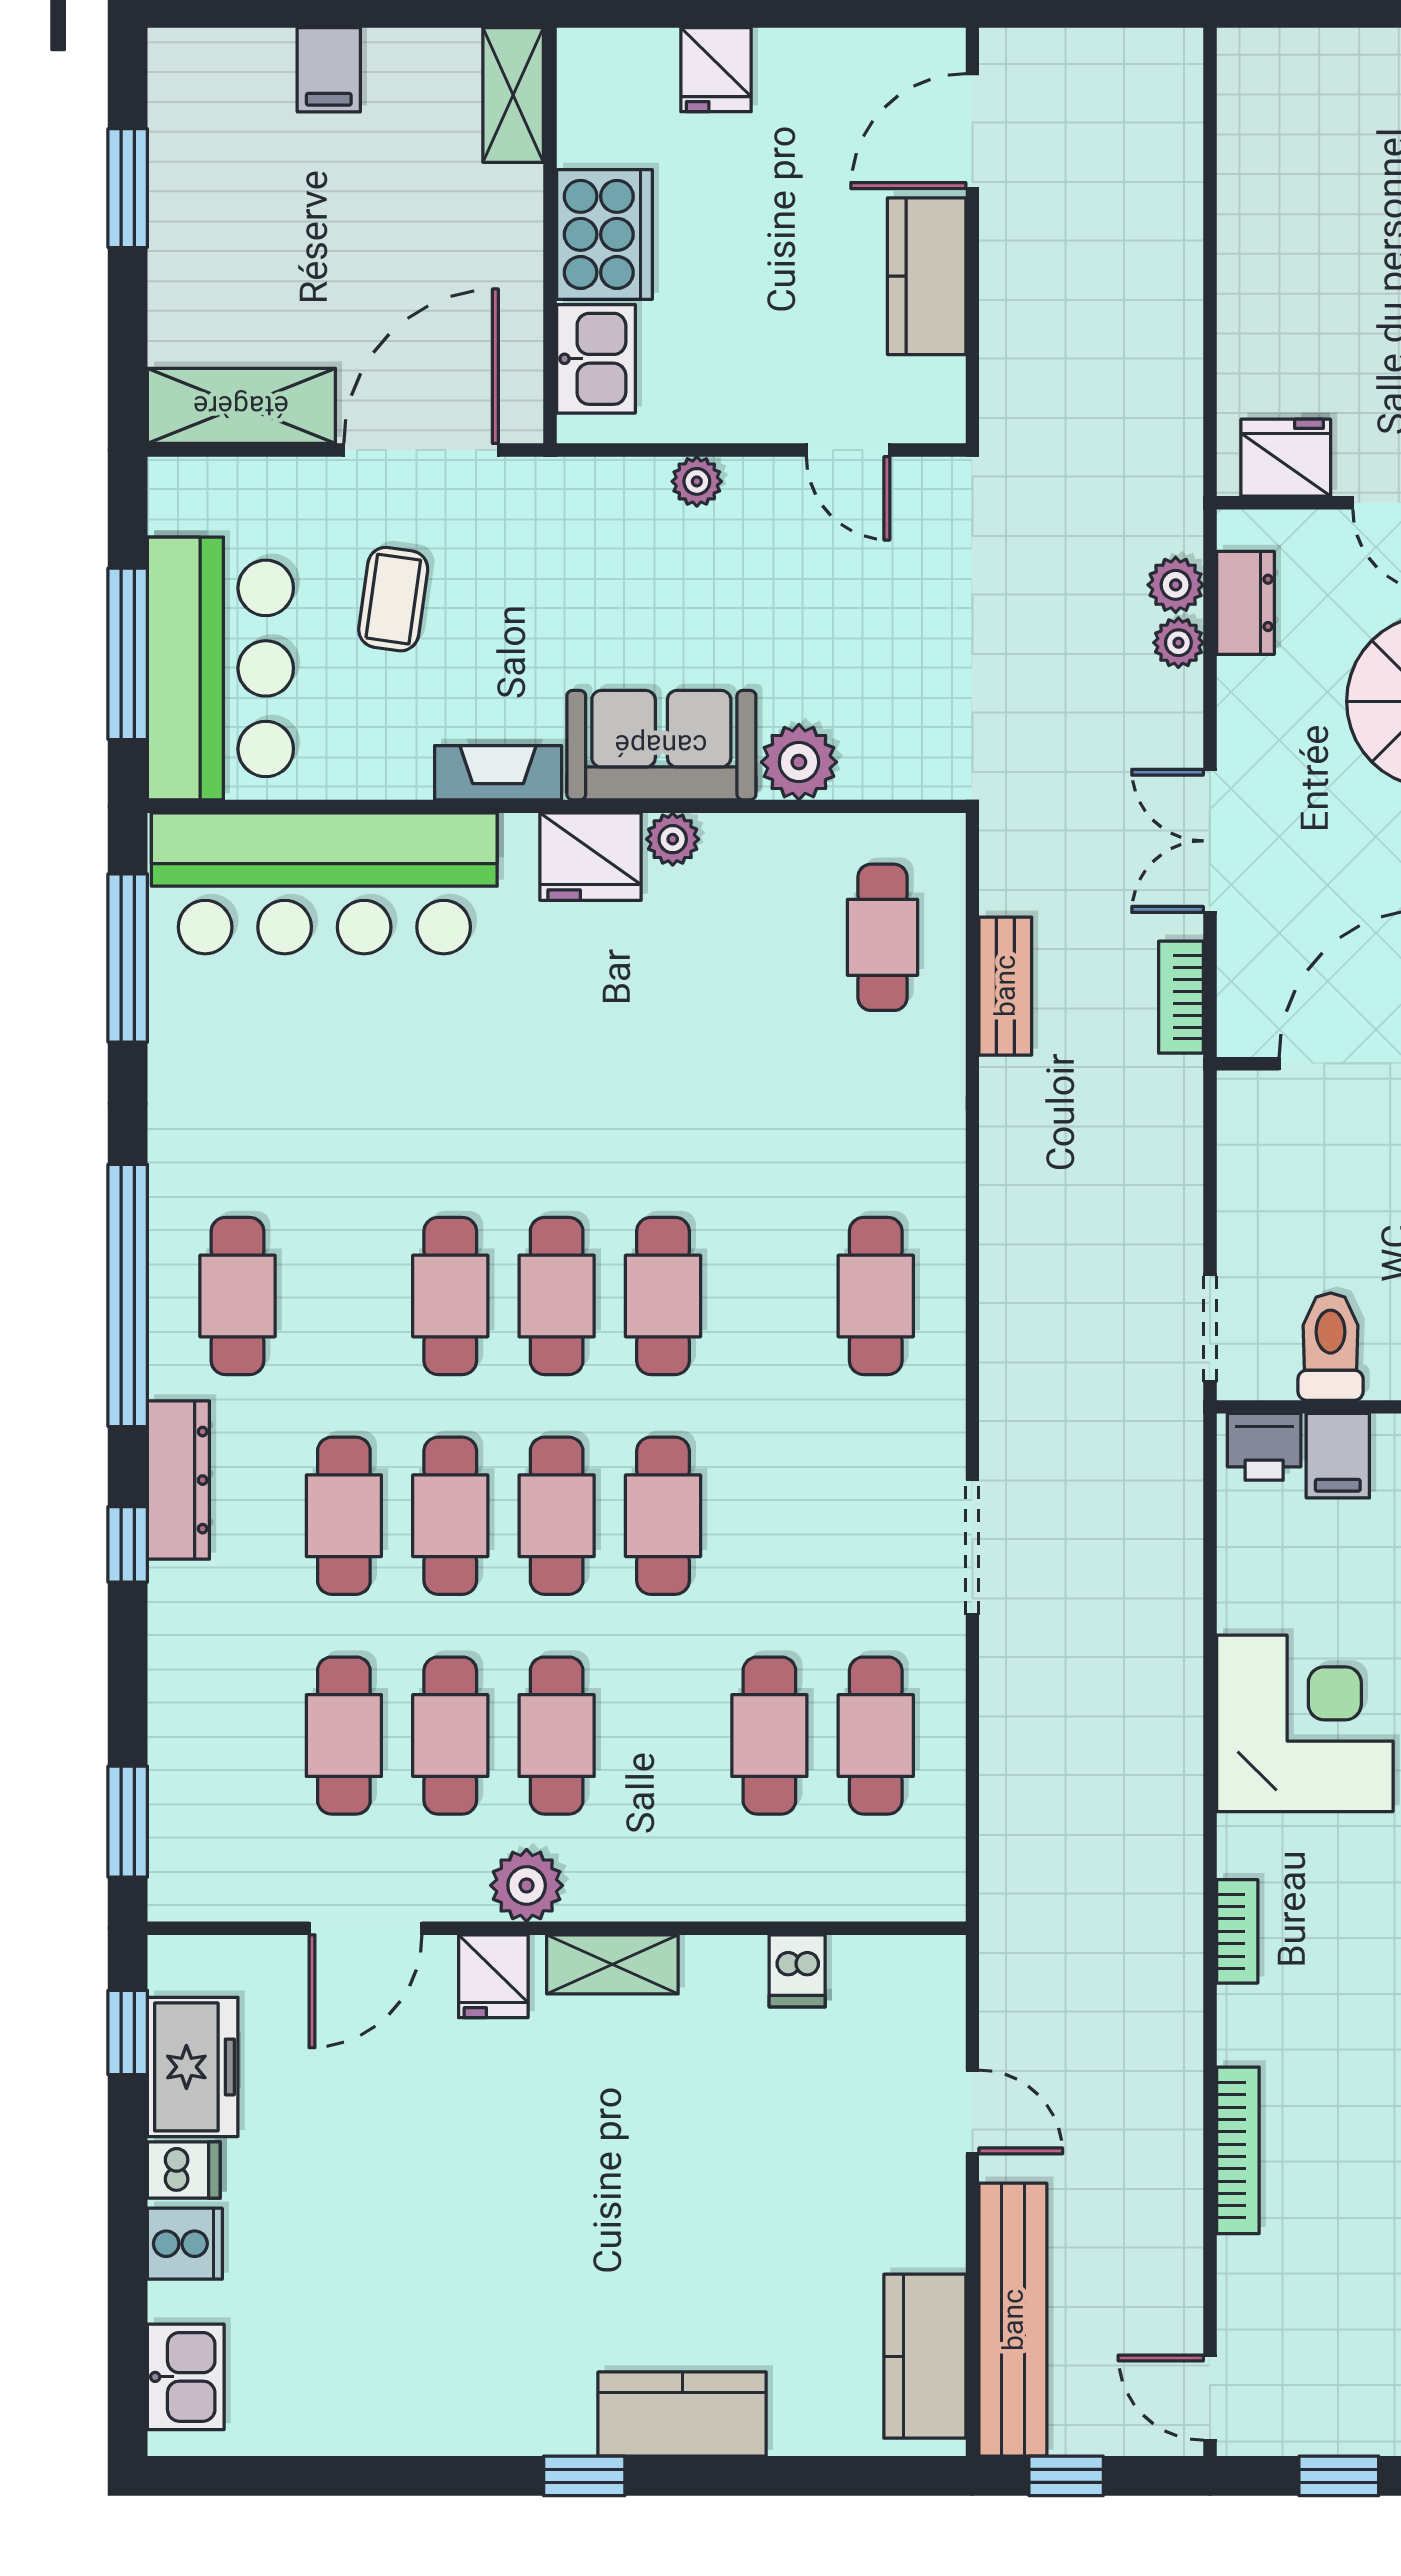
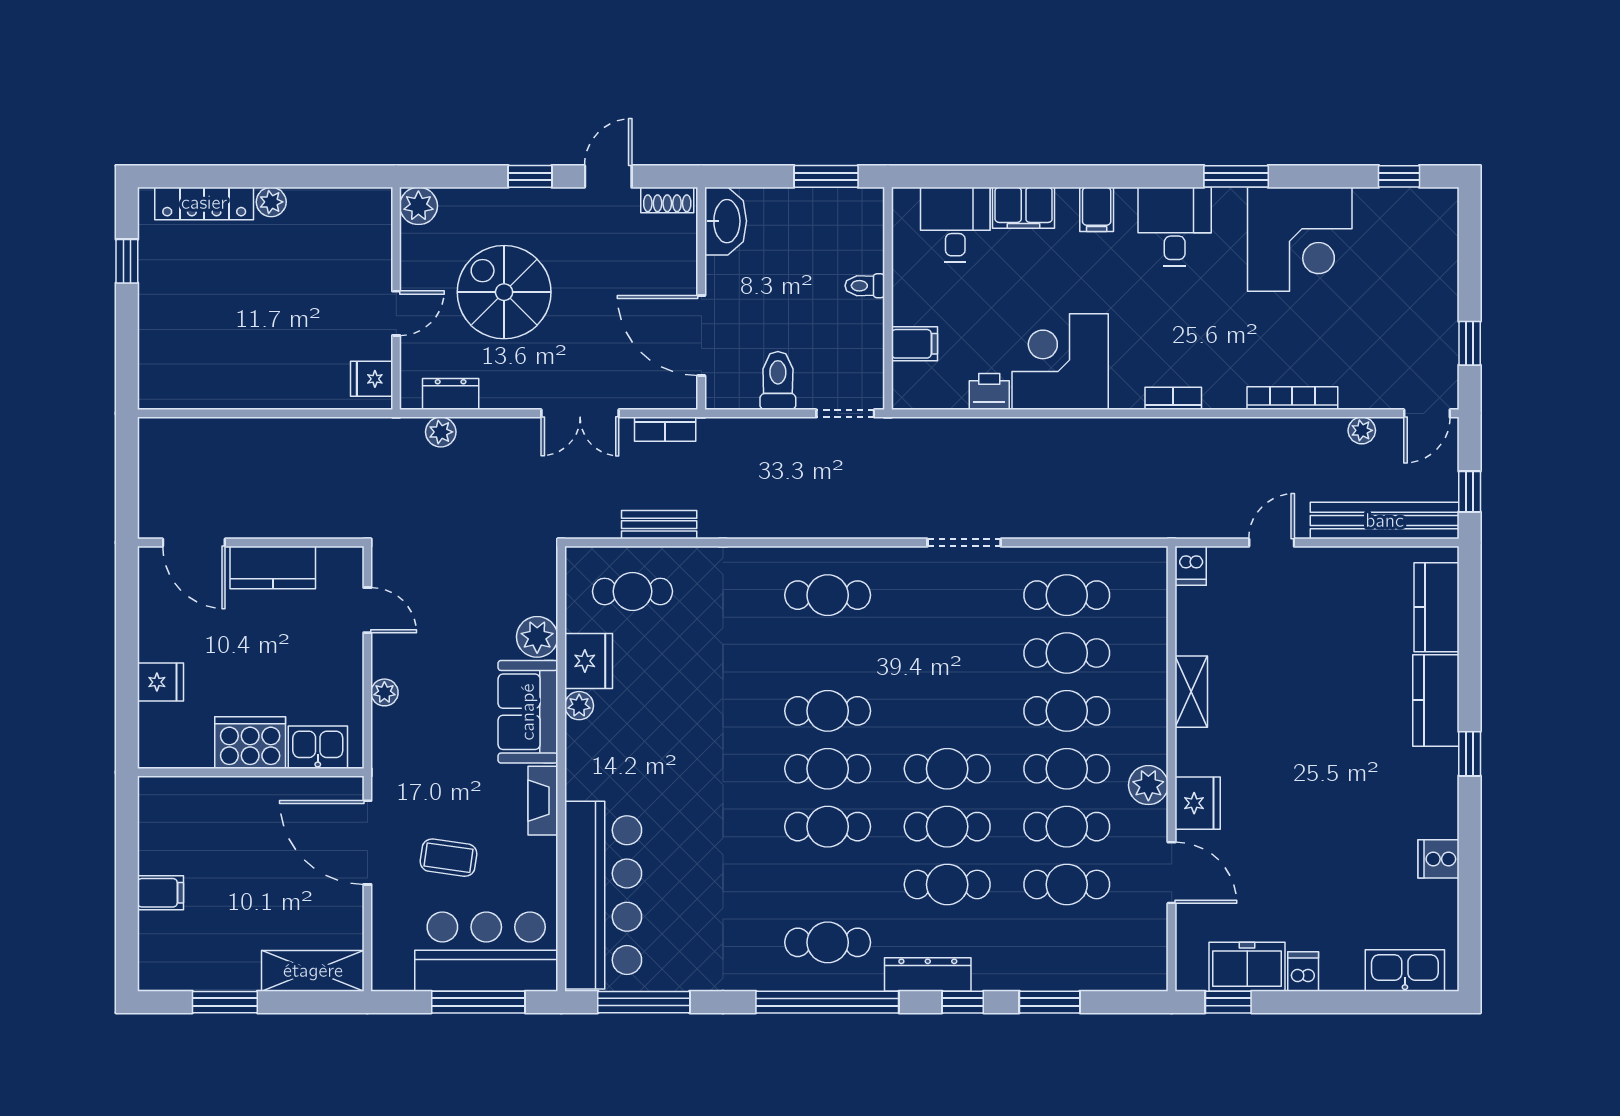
shelving: (513, 95) -> (174, 792), removed
shelving: (241, 406) -> (313, 971), moved, turned 90
door: (848, 450) -> (367, 610), hinge flipped
fridge: (1286, 458) -> (372, 379), width x0.72
plant: (1178, 643) -> (1362, 430), moved
fridge: (591, 857) -> (589, 661), moved
toilet: (1331, 1347) -> (778, 381), moved, turned 90
printer: (1264, 1447) -> (989, 392), moved, turned -90
cafe table: (663, 1516) -> (1067, 711), moved
window: (128, 1822) -> (1050, 1002), moved
shelving: (612, 1964) -> (1191, 692), moved
dishwasher: (797, 1971) -> (1191, 566), moved, turned 90
fridge: (493, 1976) -> (1198, 803), width x1.38
cooker: (185, 2244) -> (1438, 859), moved, turned -90
kitchen counter: (925, 2356) -> (1436, 607), moved, turned 90
kitchen sink: (186, 2377) -> (1405, 970), width x1.38

